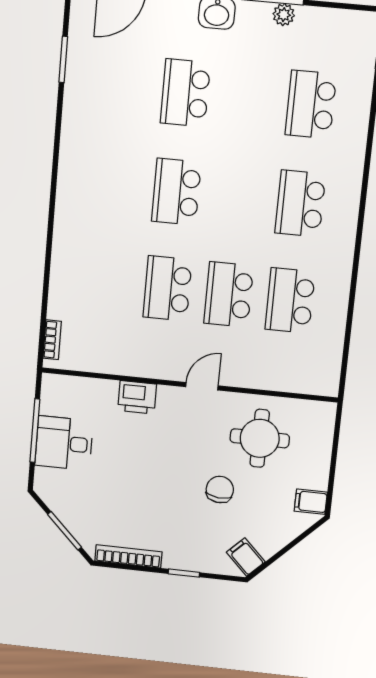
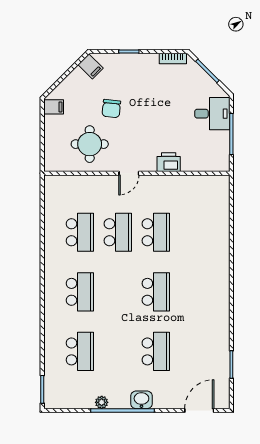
bookcase: (52, 340) -> (225, 193), removed
desk: (64, 443) -> (212, 114), moved
bookcase: (128, 556) -> (173, 59), width x0.64

